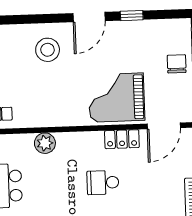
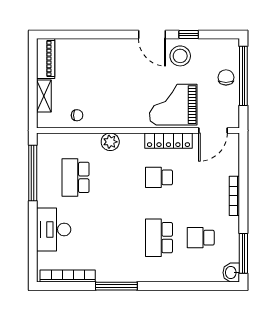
door: (89, 17) -> (152, 35), hinge flipped
stool: (48, 50) -> (180, 56), moved
locker: (122, 139) -> (168, 141), width x1.53

